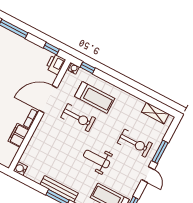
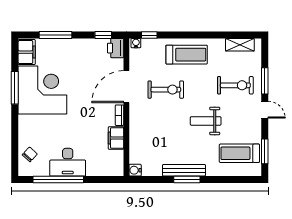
treadmill: (95, 97) -> (187, 55), moved

